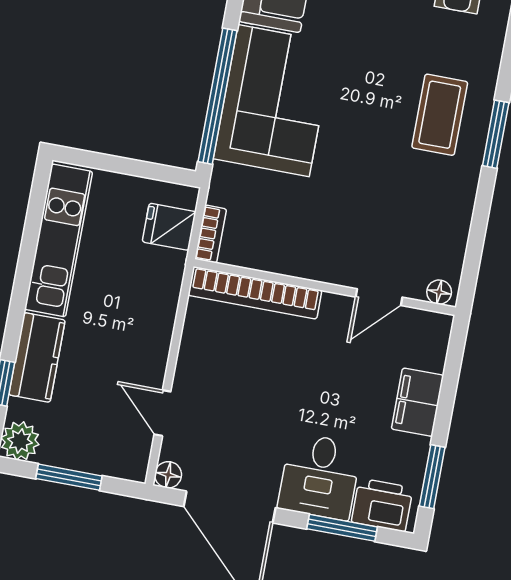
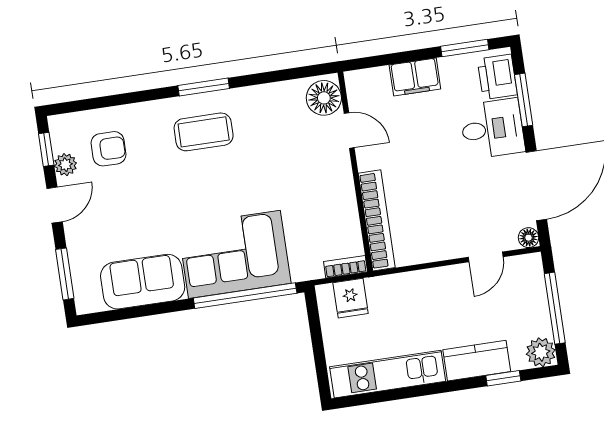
floor lamp: (439, 292) -> (324, 98), width x1.89, depth x1.89
window: (69, 477) -> (555, 308), width x1.44

